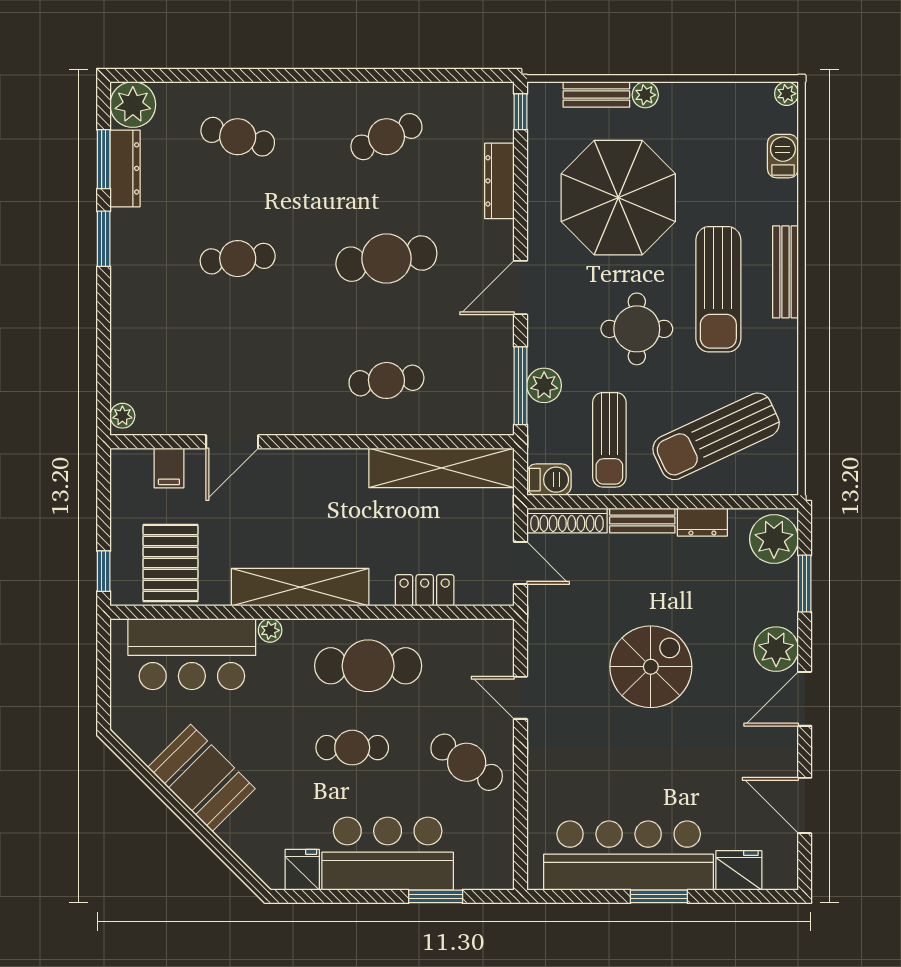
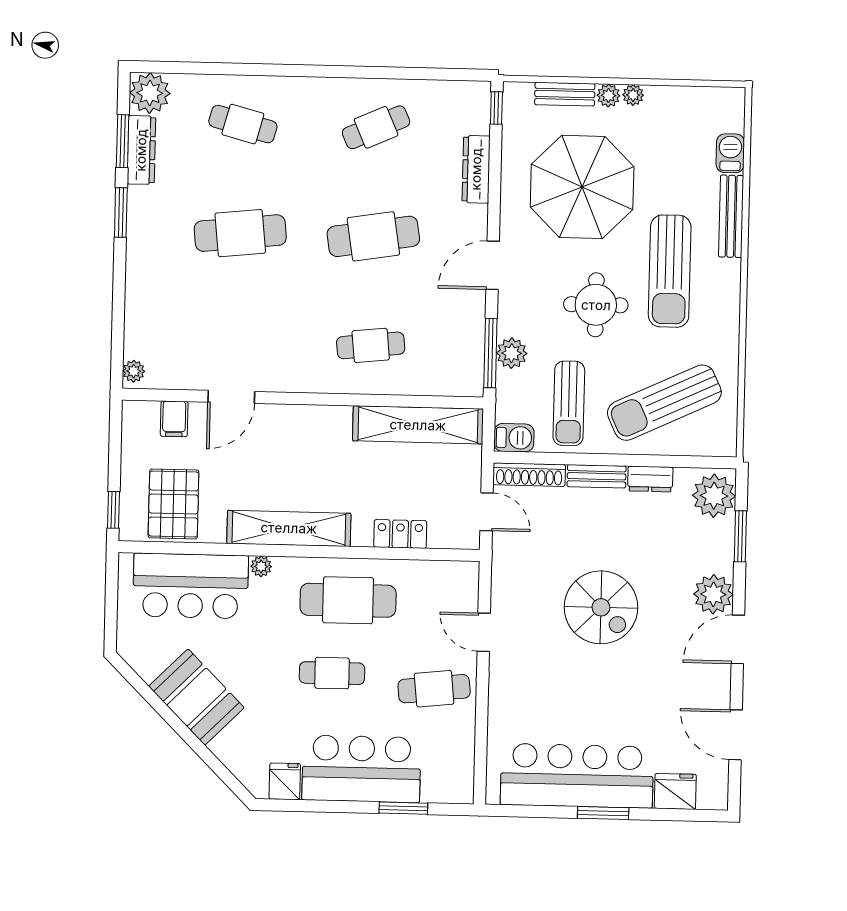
plant: (786, 94) -> (633, 95), moved
cafe table: (238, 259) -> (240, 233), width x1.37, depth x1.35
bench: (785, 272) -> (731, 216), moved
spiral stairs: (651, 667) -> (601, 607), turned 90
cafe table: (467, 762) -> (434, 689), turned -39

